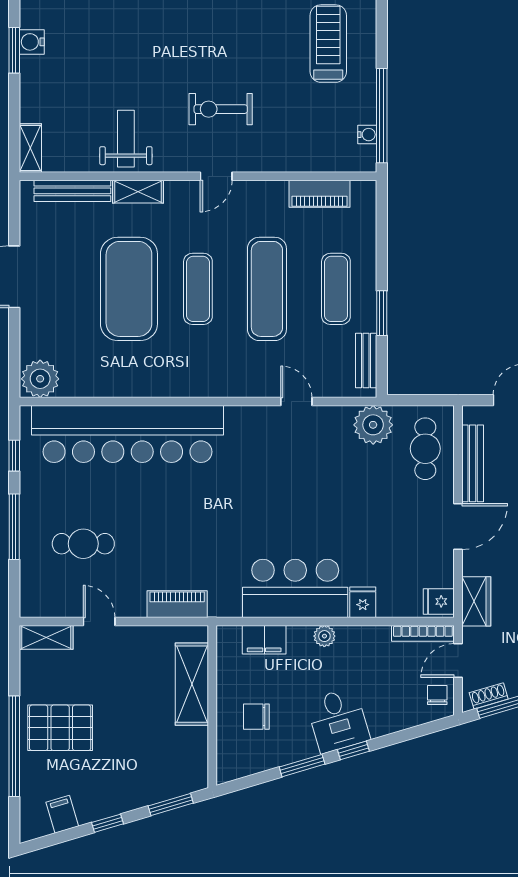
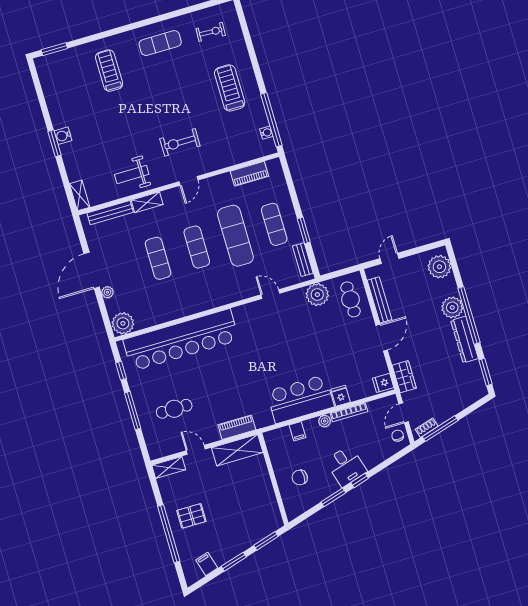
weight bench: (126, 139) -> (132, 174), turned -90
exercise mat: (129, 289) -> (158, 258), width x0.50, depth x0.69
plant: (30, 320) -> (107, 292), added
bookcase: (423, 633) -> (349, 412), moved
filing cabinet: (264, 640) -> (298, 431), width x0.50
shelving: (192, 684) -> (237, 450), moved, turned 90
pallet: (60, 728) -> (191, 516), width x0.67, depth x0.71
window: (108, 823) -> (234, 562), width x1.50

